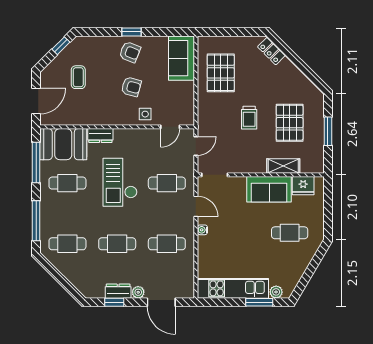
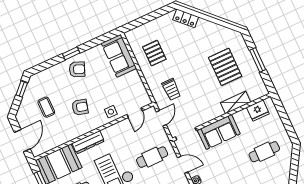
pallet: (221, 73) -> (154, 53), width x0.67, depth x0.71
armchair: (131, 87) -> (80, 107), moved
trolley: (249, 118) -> (171, 89), moved
dresser: (100, 136) -> (88, 142), width x1.44
sofa: (269, 189) -> (219, 132), moved

